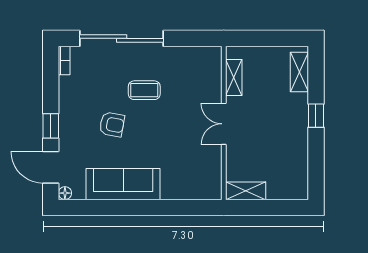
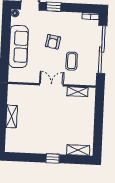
shelving: (234, 77) -> (78, 92), moved
wall: (224, 123) -> (52, 85), moved
double door: (224, 124) -> (51, 85), moved

